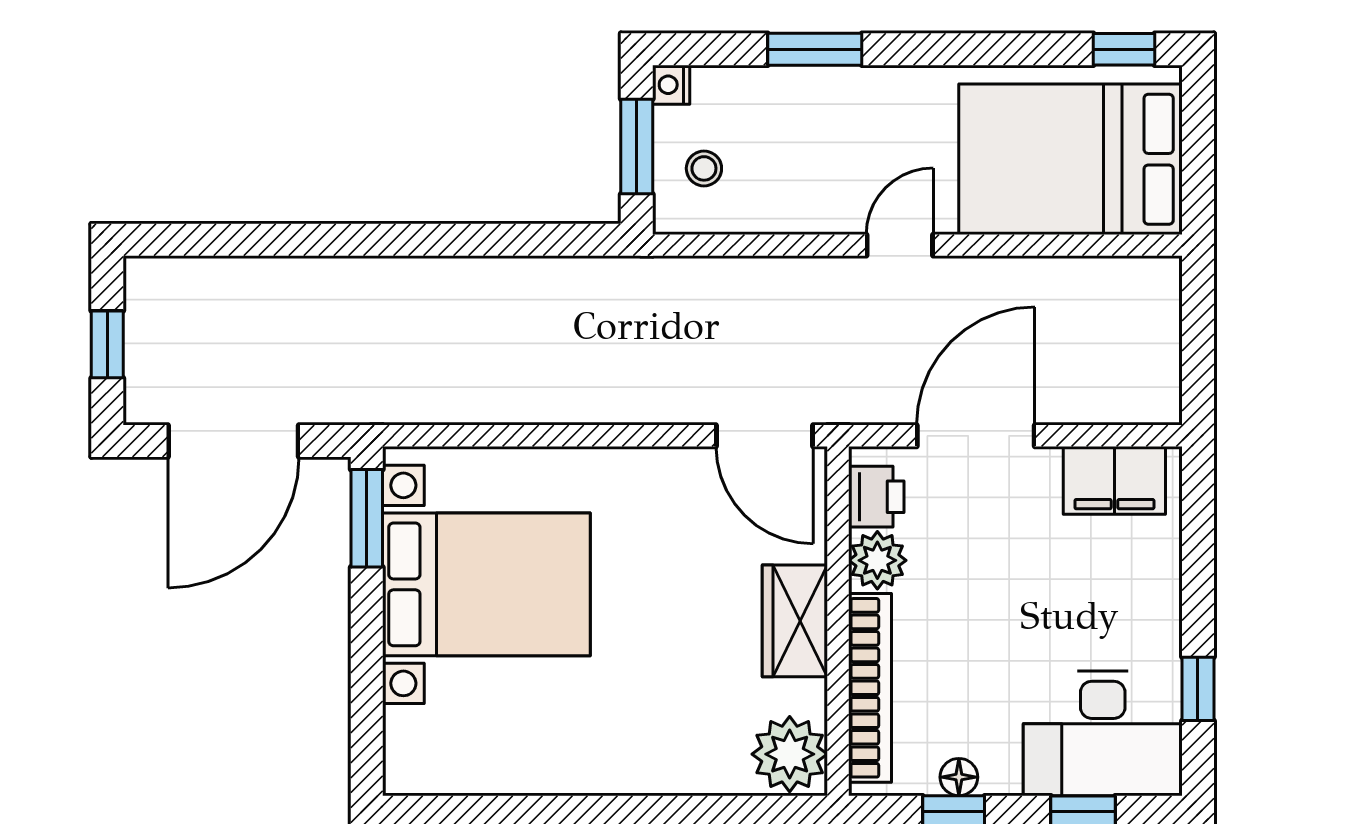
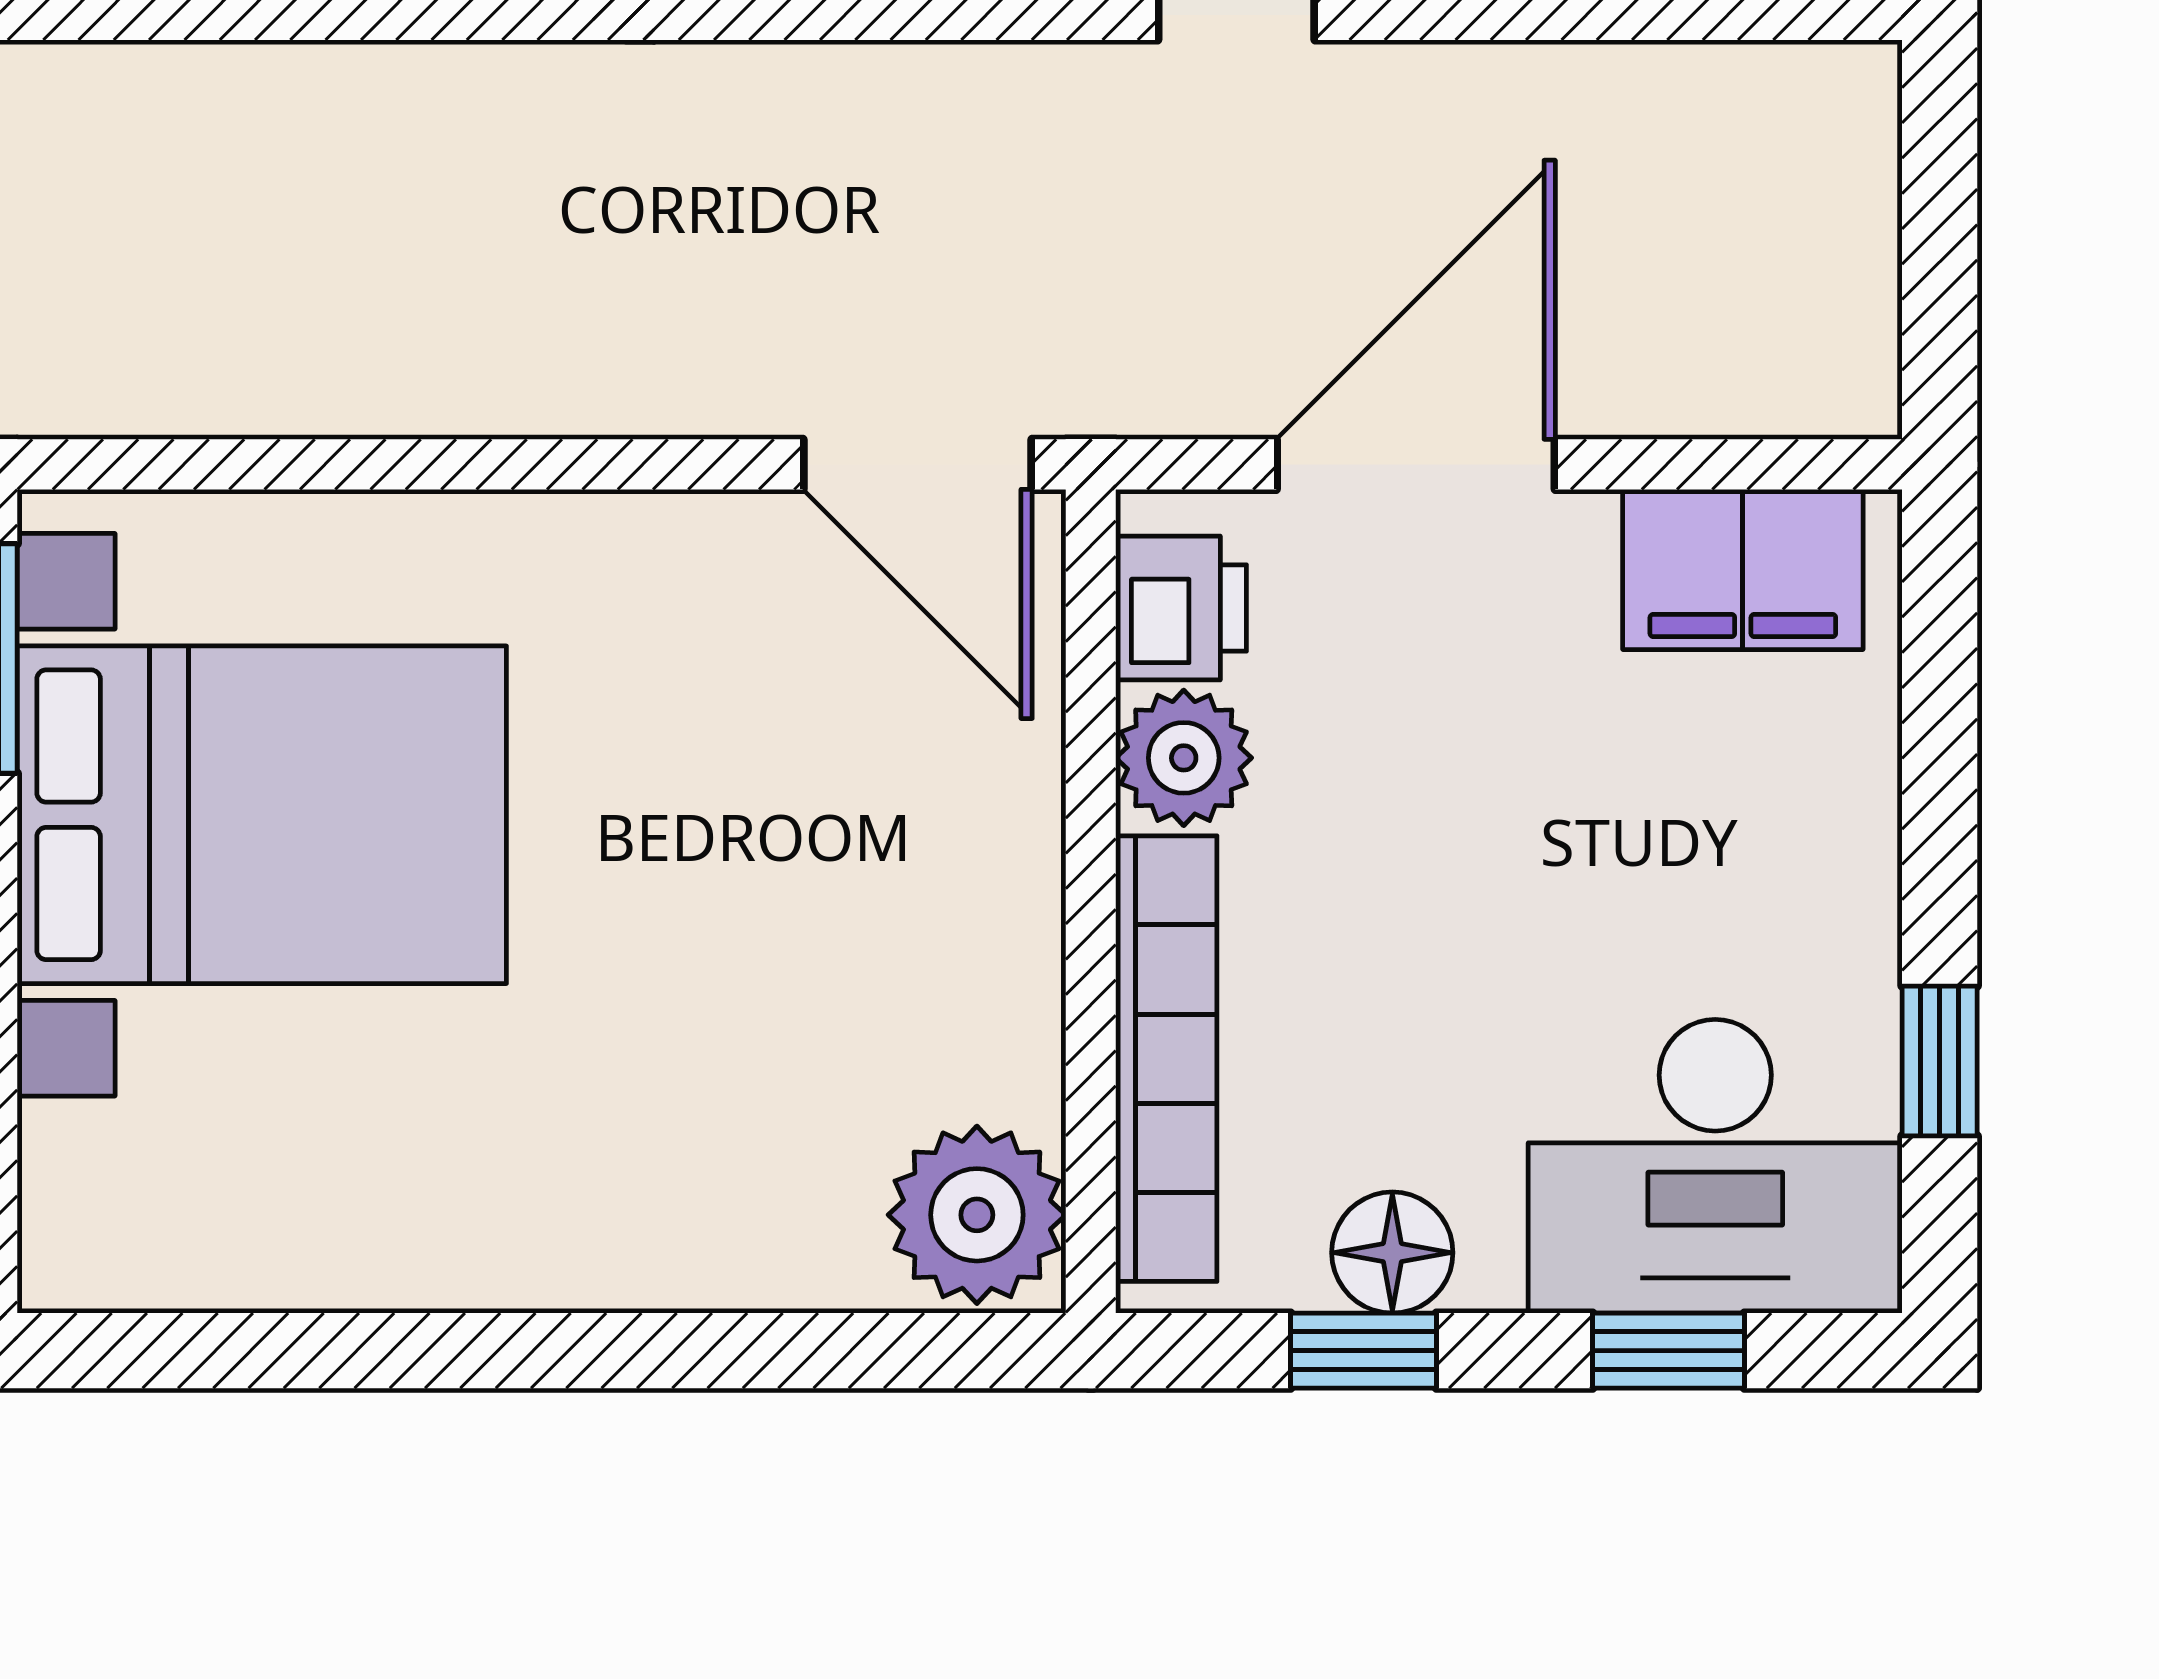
wardrobe: (795, 621) -> (989, 901), removed
floor lamp: (959, 777) -> (1392, 1253), width x1.37, depth x1.37

